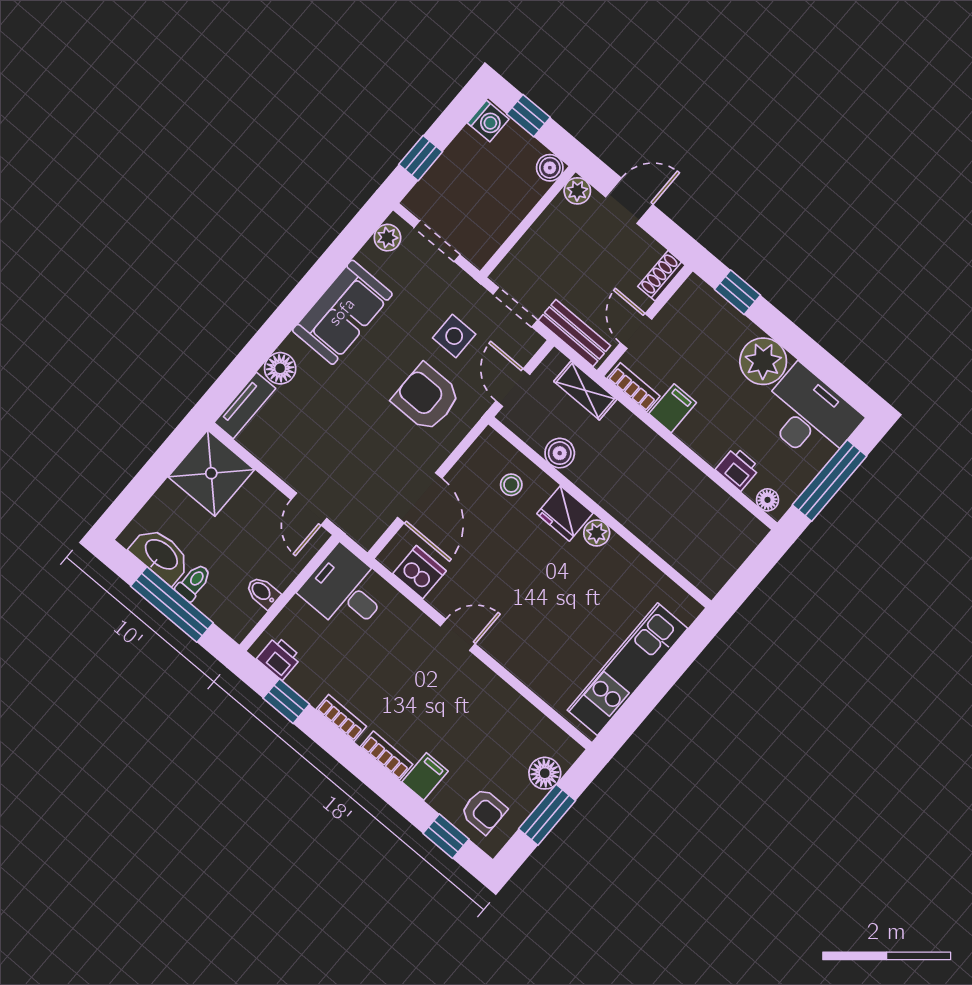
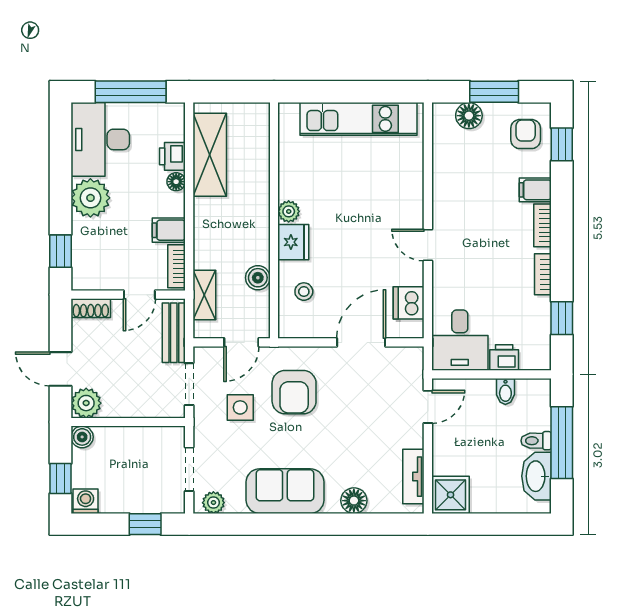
plant: (577, 191) -> (86, 403), width x1.38, depth x1.38
tv unit: (245, 405) -> (413, 477), moved, turned -90
shower: (211, 473) -> (451, 495), width x0.73, depth x0.73
floor lamp: (767, 500) -> (176, 182), moved
shelving: (710, 504) -> (210, 155), added
printer: (279, 658) -> (504, 357), moved, turned 90

